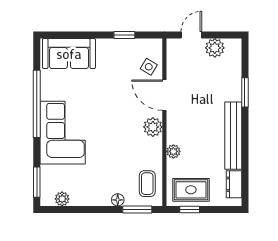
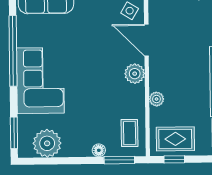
plant: (62, 199) -> (47, 143), width x1.87, depth x1.87

